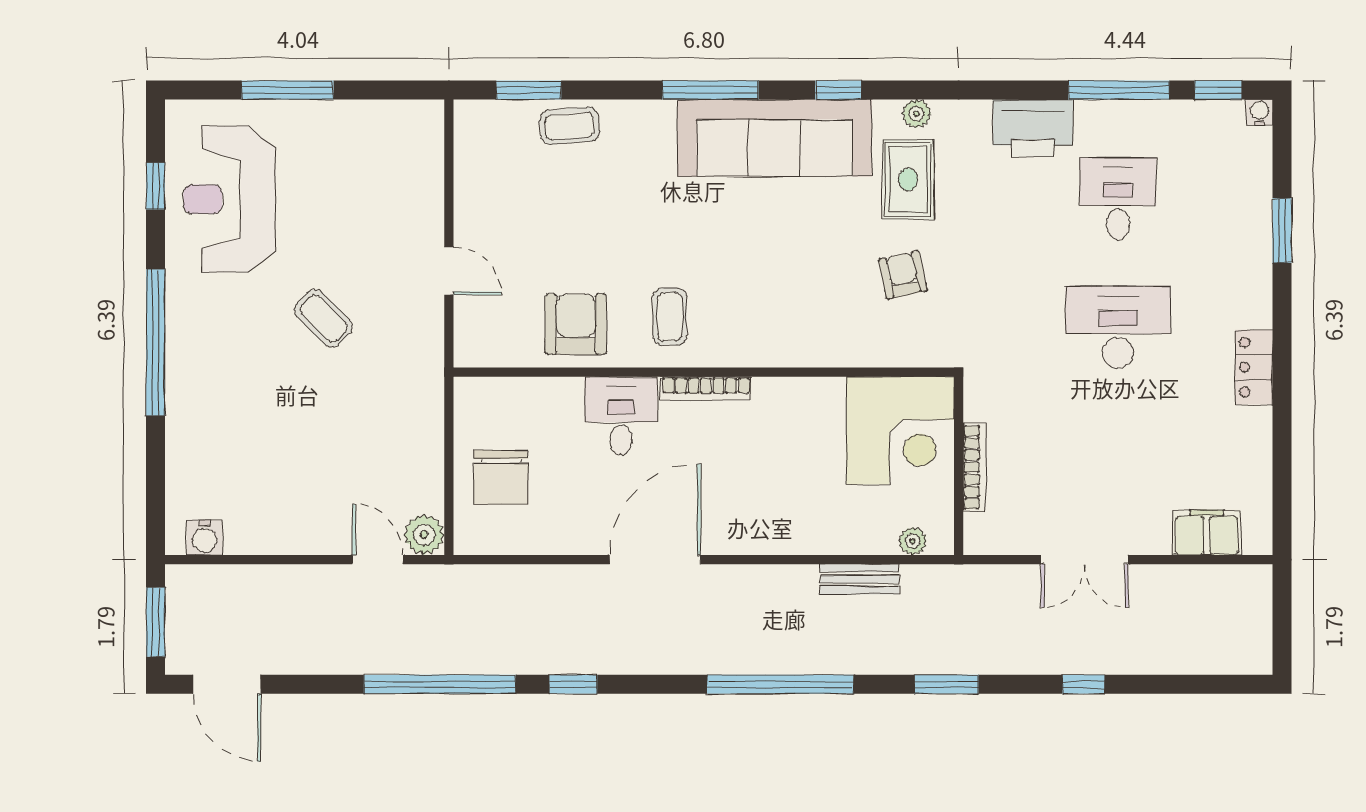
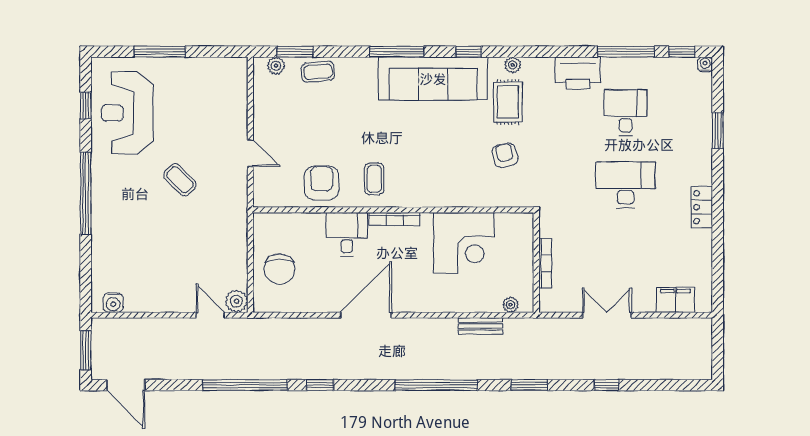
plant: (495, 115) -> (276, 66), added
corner desk: (900, 431) -> (464, 243), moved
double door: (1084, 560) -> (607, 315), swing flipped

